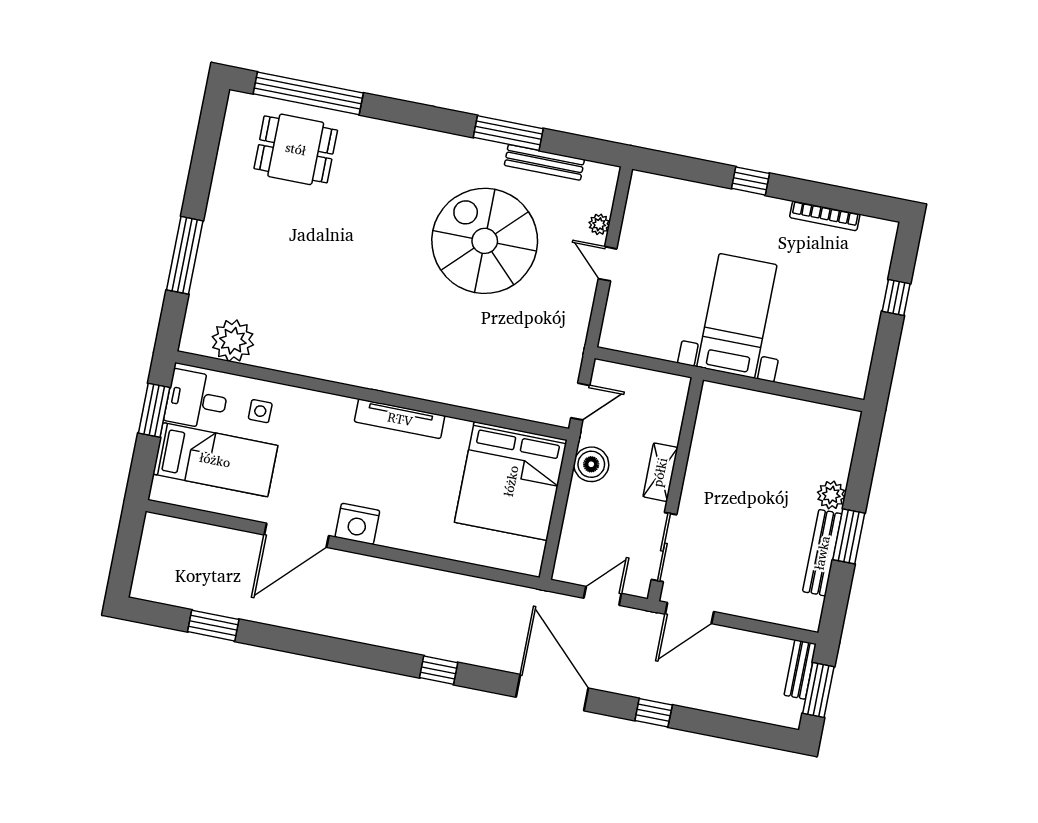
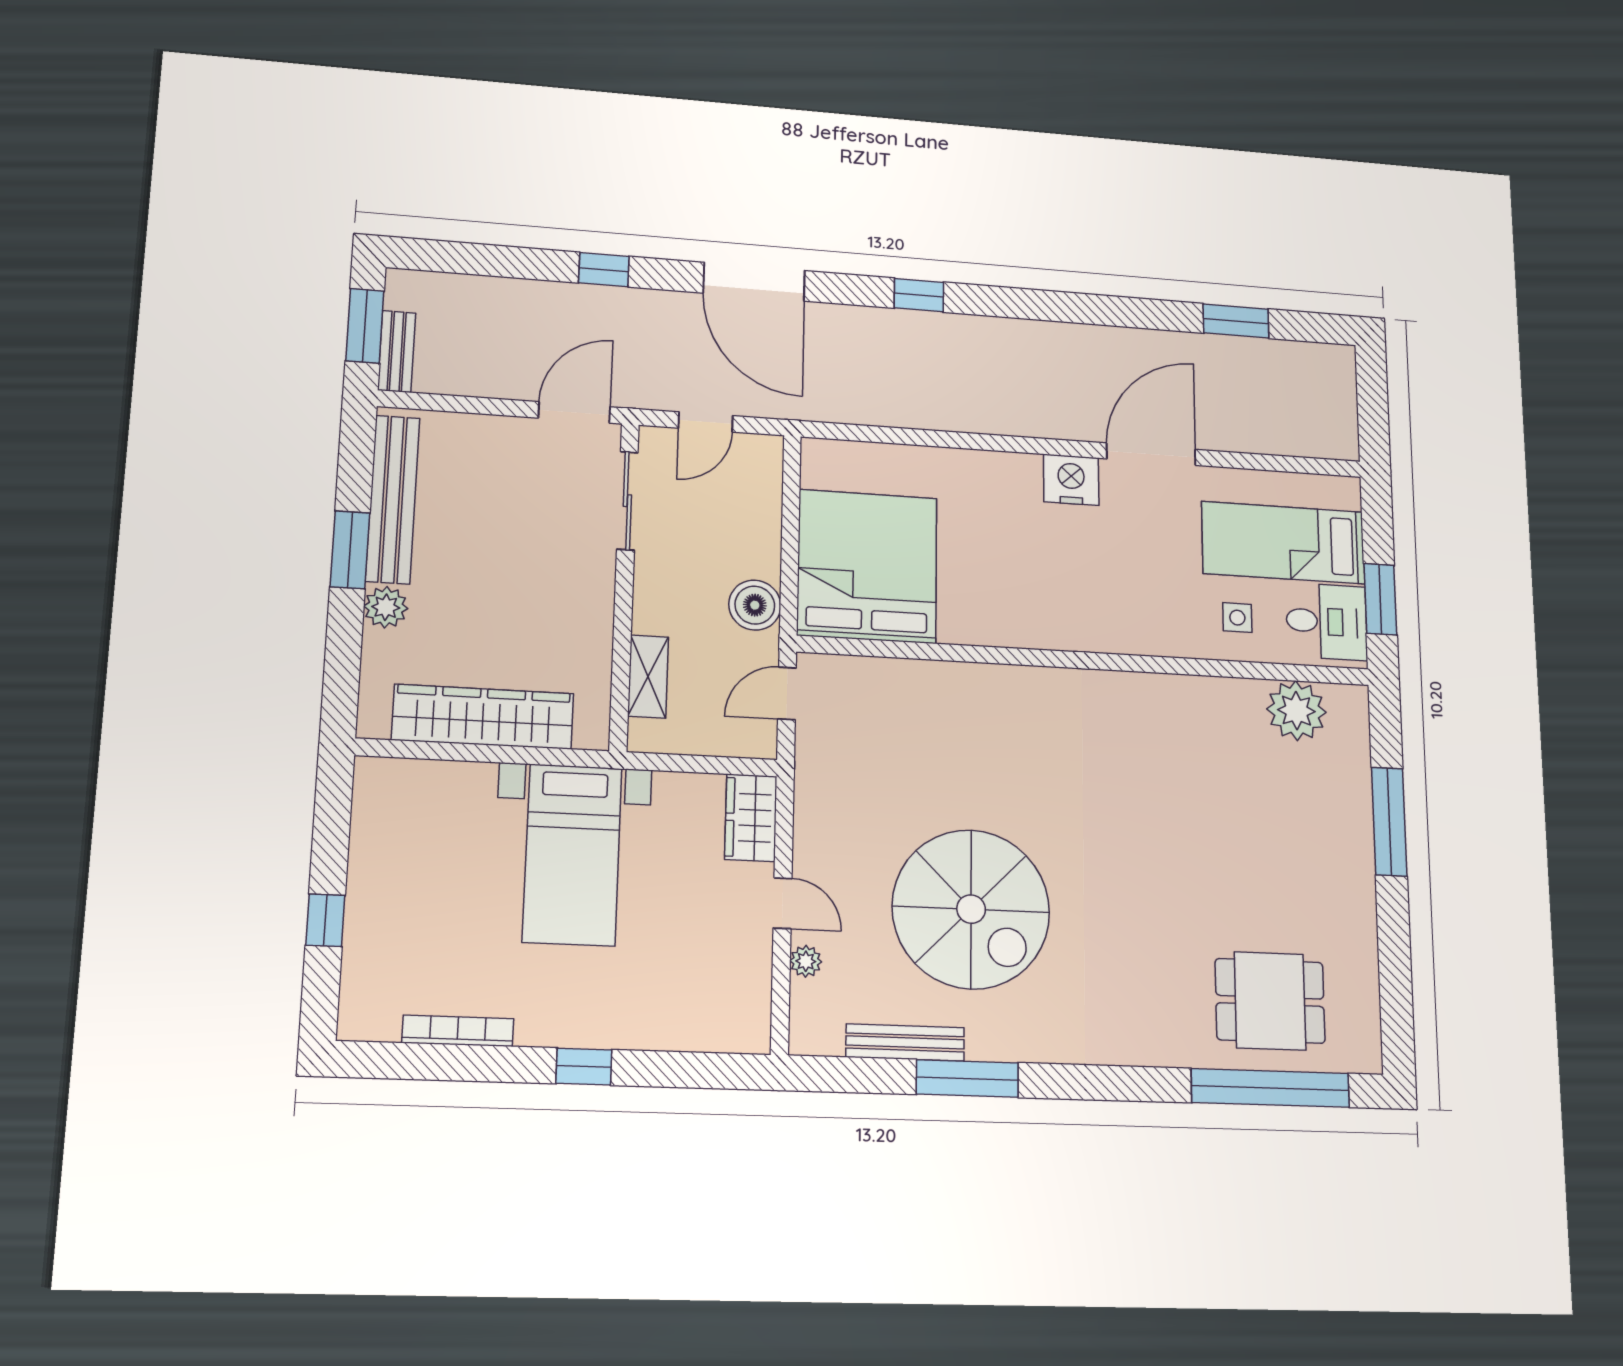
wardrobe: (618, 323) -> (751, 818), added
wardrobe: (780, 414) -> (483, 717), added
tv unit: (400, 419) -> (1042, 633), removed
shelving: (660, 472) -> (648, 676), moved
bench: (822, 553) -> (393, 499), width x1.37, depth x1.21

